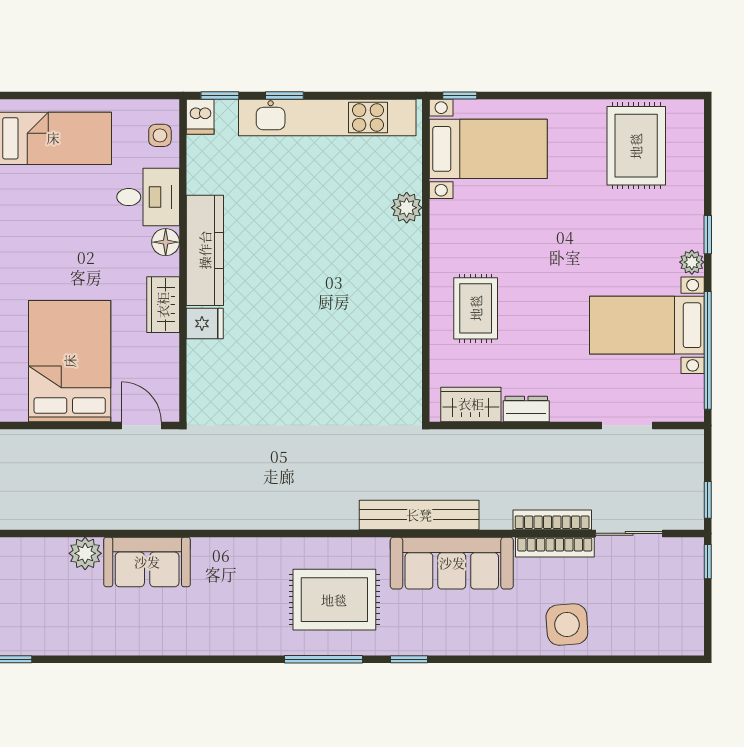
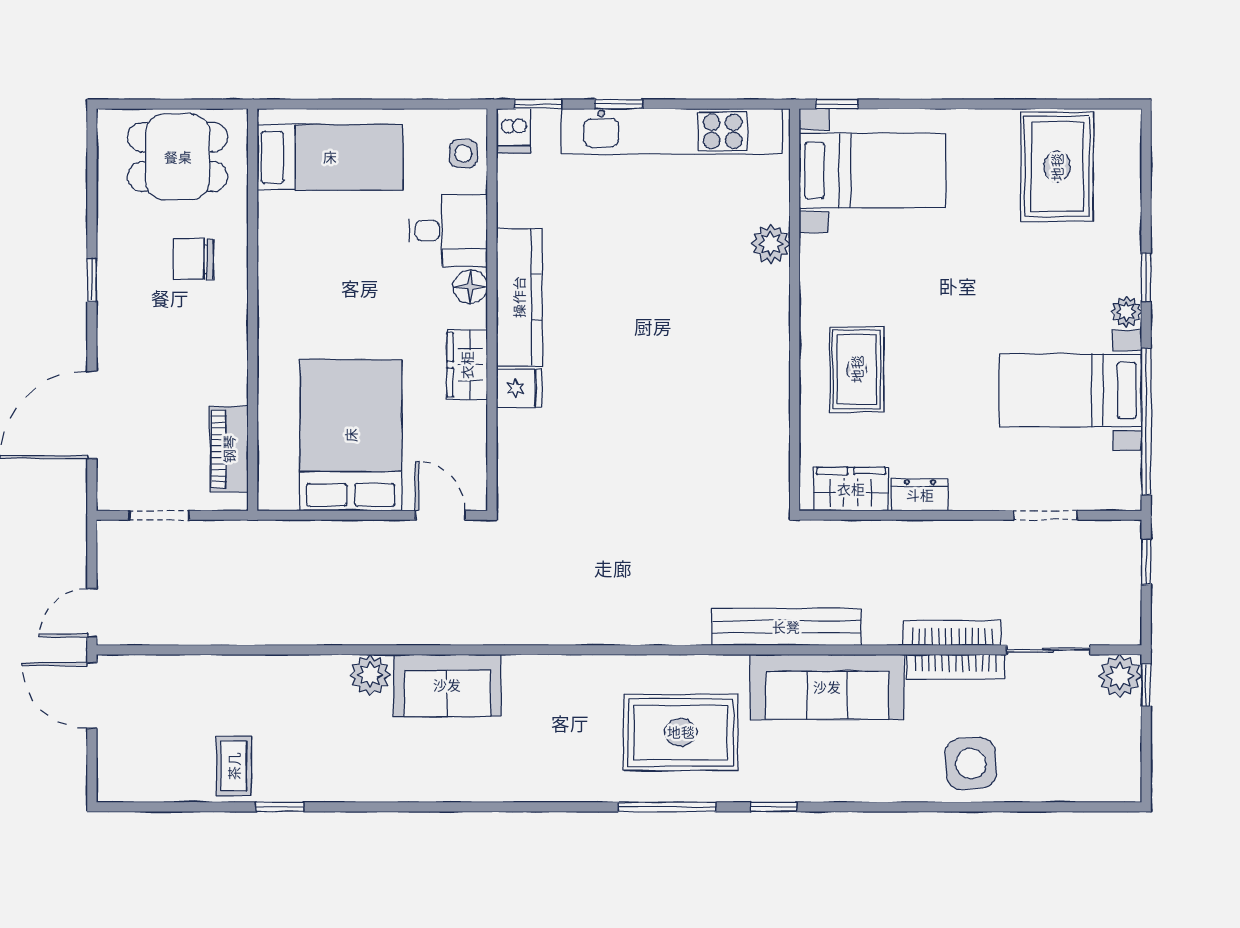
window: (708, 500) -> (1146, 562), moved
plant: (687, 554) -> (1120, 676), added

